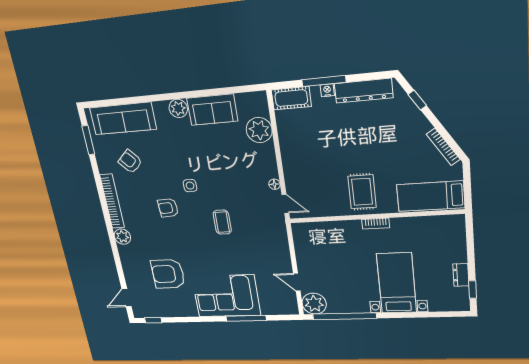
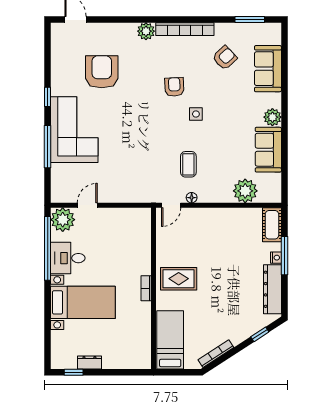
sofa: (123, 118) -> (268, 69), width x0.73
coffee table: (222, 222) -> (188, 164), moved, turned 90
desk: (352, 298) -> (68, 258), added
window: (153, 320) -> (48, 97), moved

